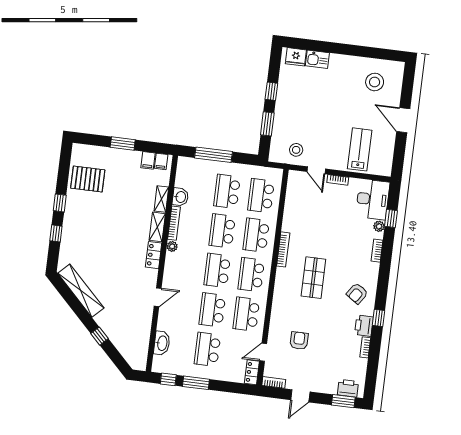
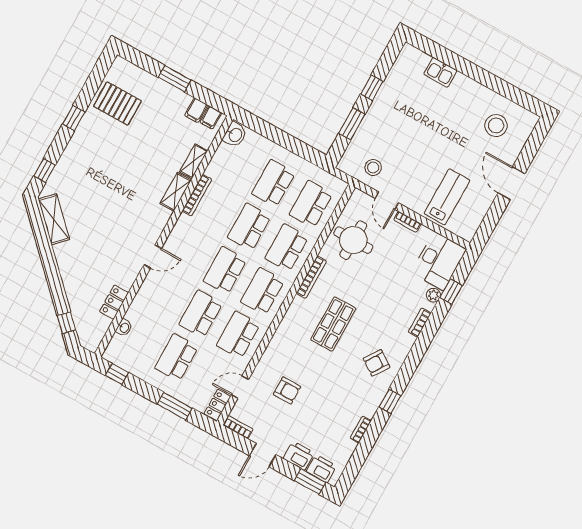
fridge: (296, 57) -> (416, 59), removed
window: (214, 155) -> (275, 134), removed
washbasin: (180, 197) -> (235, 135), moved
round table: (303, 210) -> (353, 240), added
window: (56, 233) -> (45, 170), moved
plant: (172, 246) -> (184, 221), removed
locker: (154, 255) -> (114, 302), moved
shelving: (81, 291) -> (54, 219), width x0.68
door: (158, 297) -> (153, 257), moved
printer: (364, 326) -> (299, 456), moved, turned 90
window: (100, 336) -> (66, 323), moved
armchair: (299, 341) -> (287, 390), turned 90
washbasin: (162, 343) -> (124, 328), width x0.52, depth x0.69
window: (196, 383) -> (175, 406), moved

